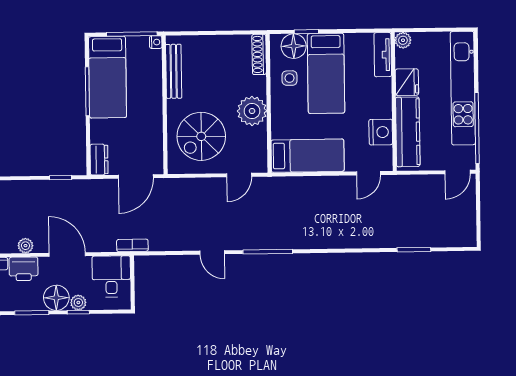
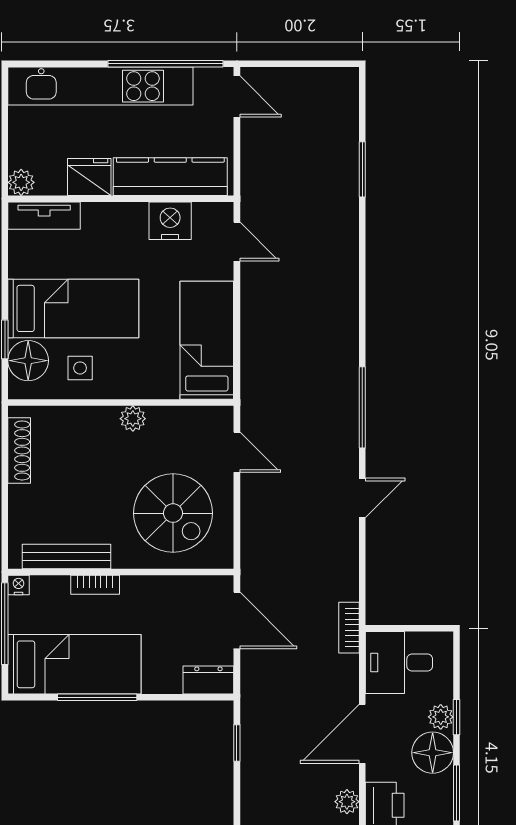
shoe rack: (259, 54) -> (19, 450), moved, turned -90
bookcase: (157, 89) -> (95, 585), added
plant: (252, 111) -> (133, 419), width x0.53, depth x0.53

